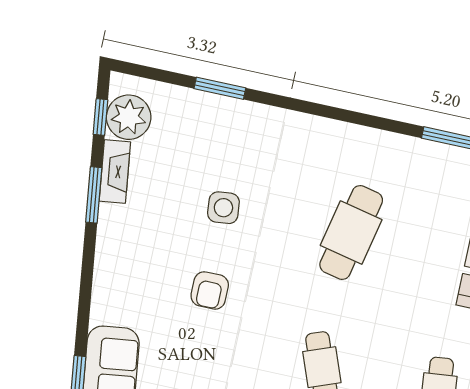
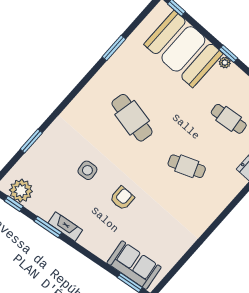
fireplace: (115, 172) -> (65, 227), moved
armchair: (210, 290) -> (122, 198), turned -90

